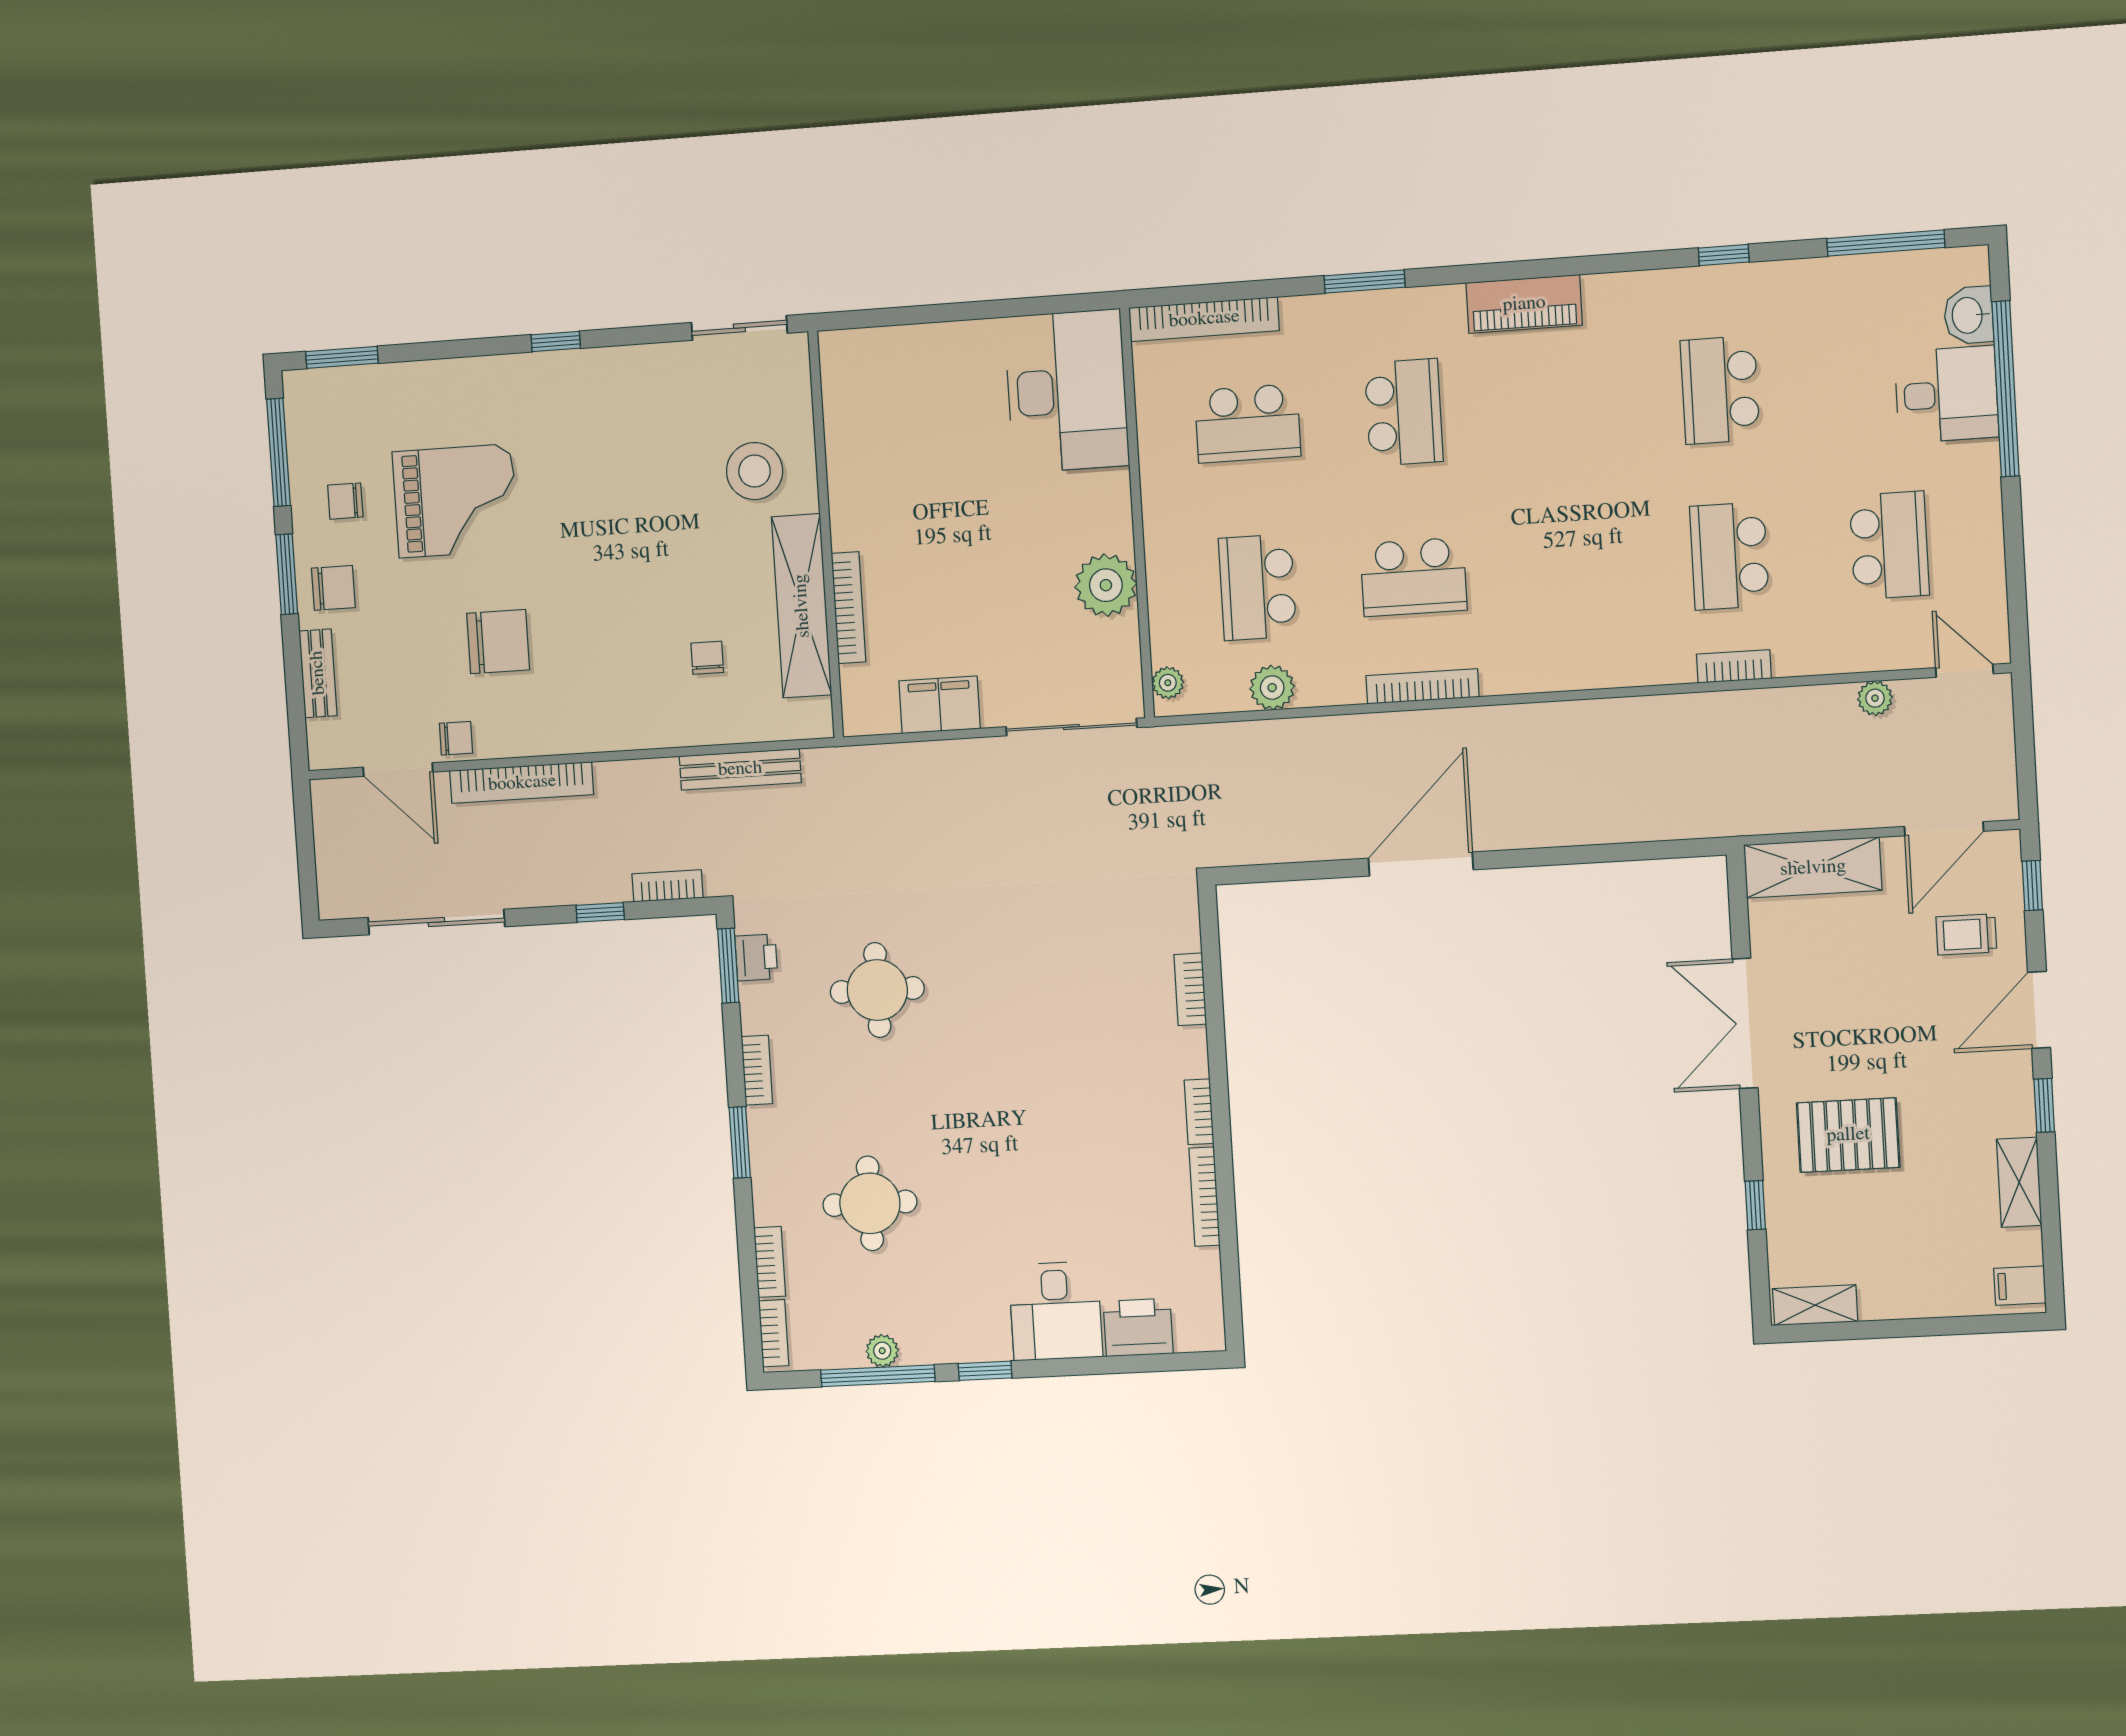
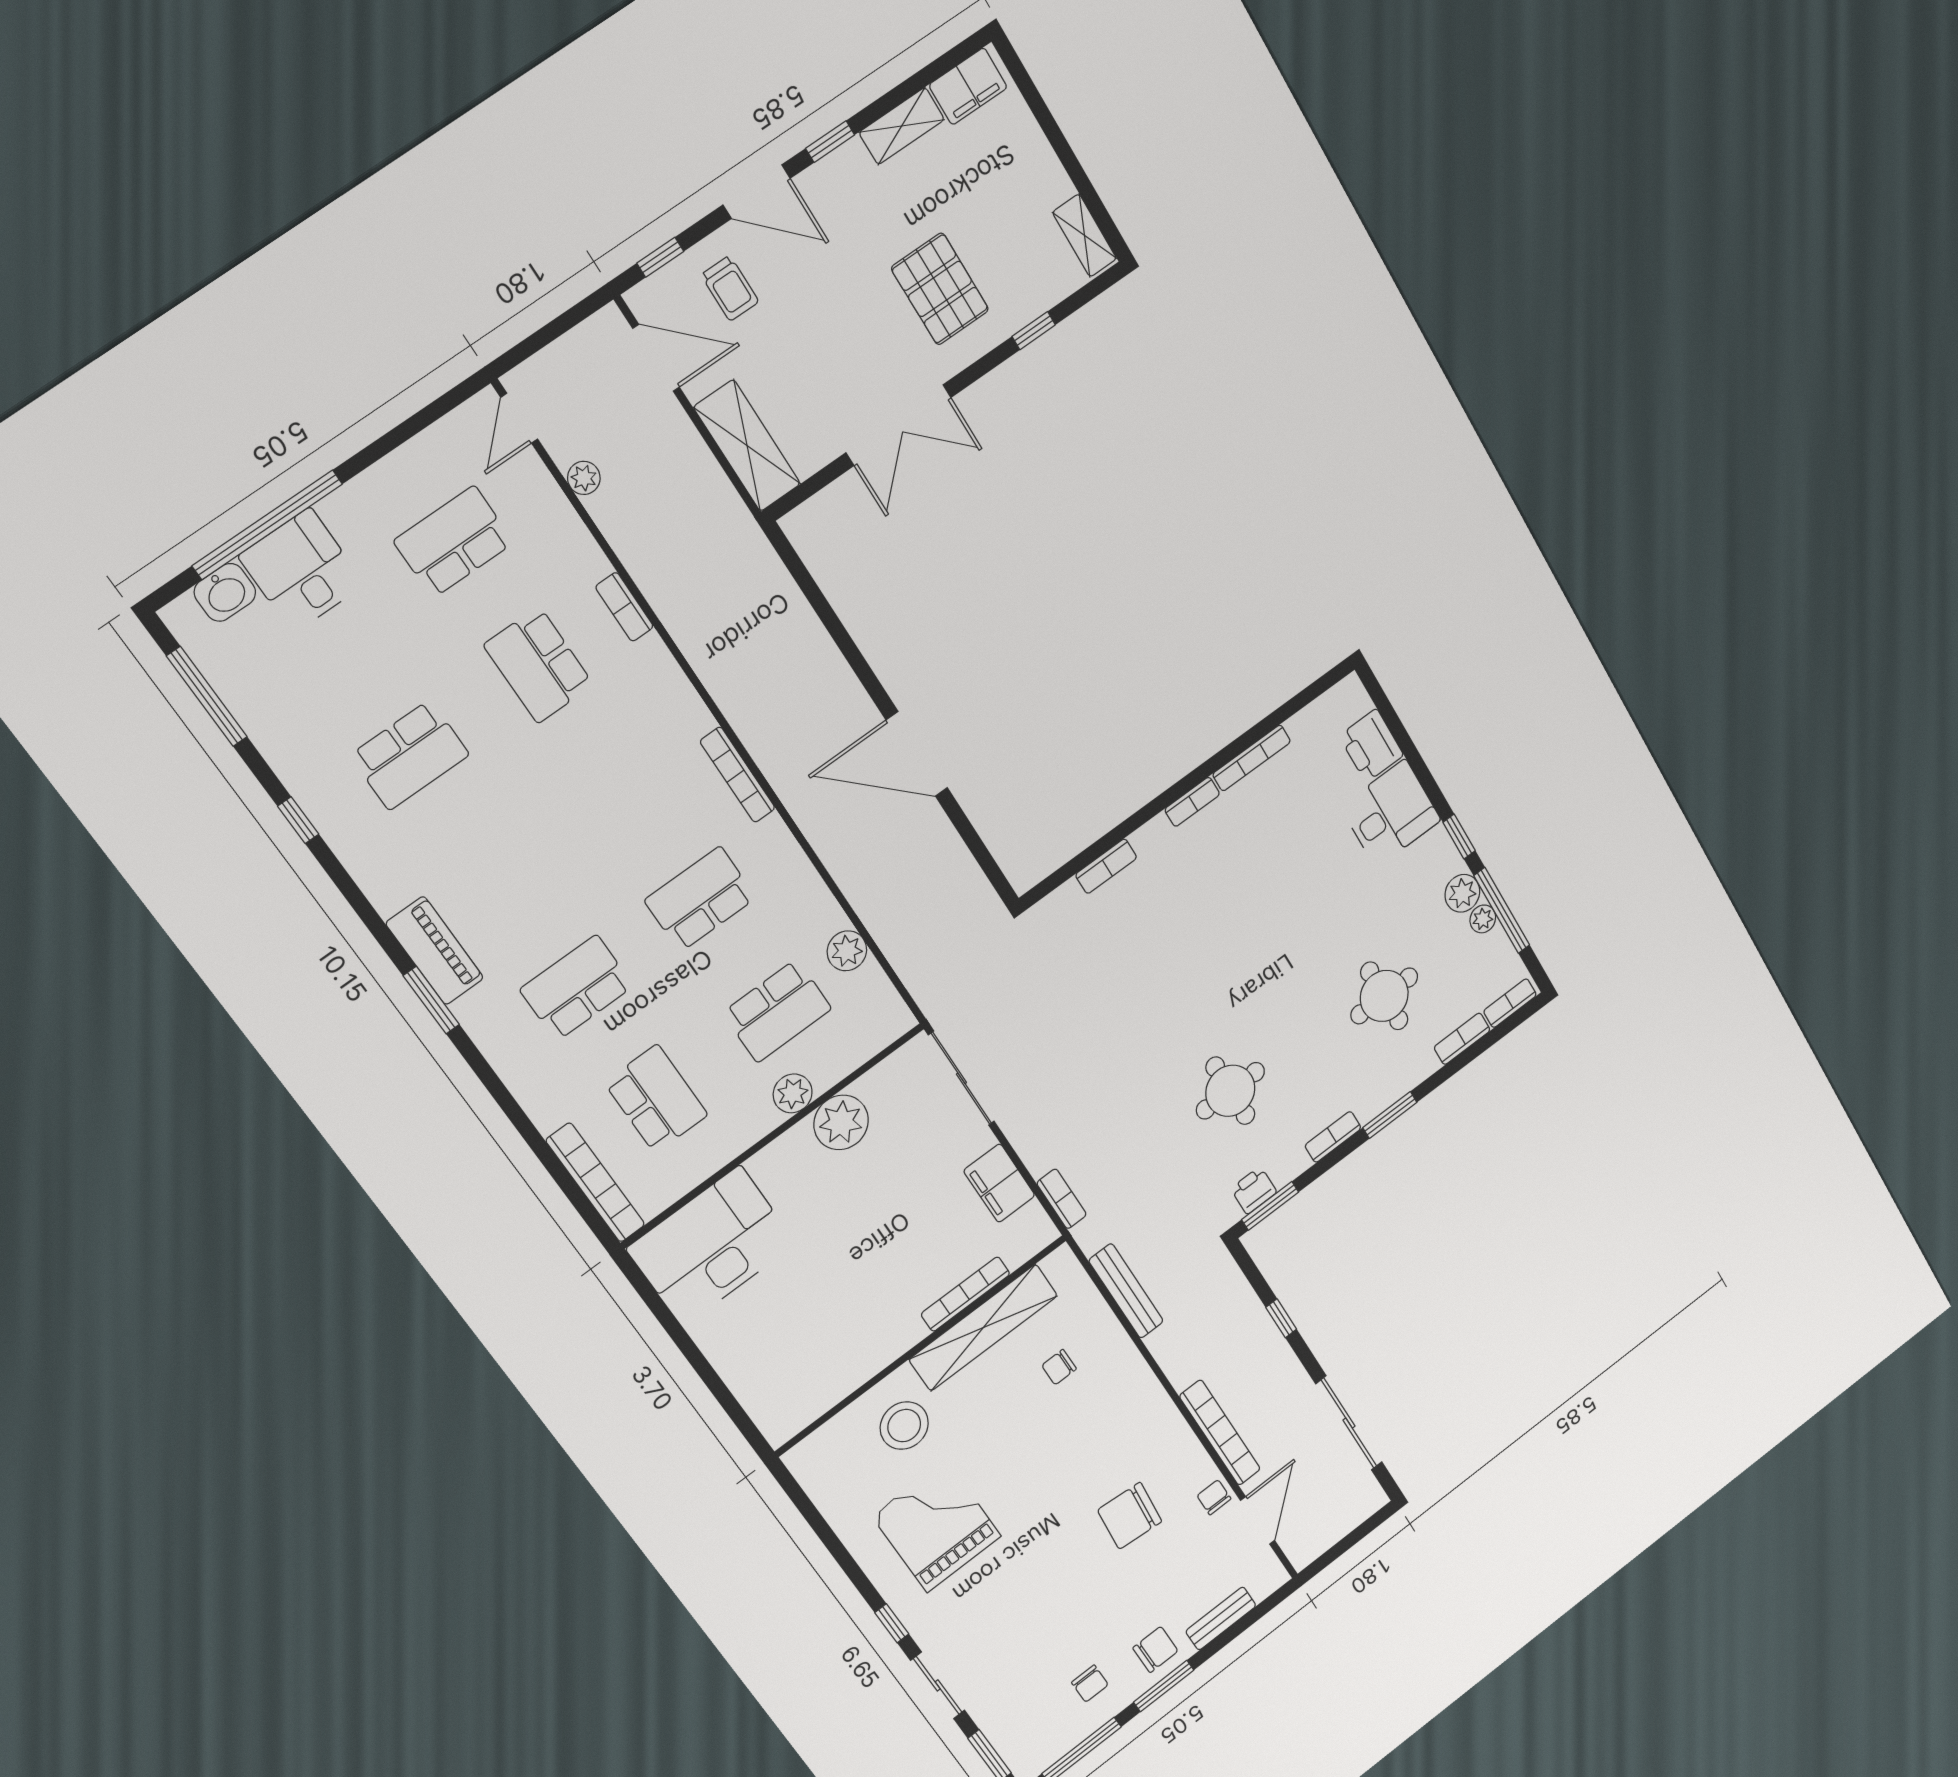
window: (1365, 282) -> (431, 1000), moved
sliding door: (739, 328) -> (938, 1685), moved
grand piano: (455, 501) -> (937, 1526), moved
school desk: (1729, 556) -> (539, 665), turned 90
school desk: (1413, 577) -> (700, 899), turned -90
chair: (333, 588) -> (1155, 1649), turned 90
chair: (498, 642) -> (1130, 1516), turned -85
plant: (1168, 683) -> (793, 1093), moved, width x1.38, depth x1.38
bookcase: (1423, 686) -> (738, 775), moved
bookcase: (668, 886) -> (1062, 1199), moved, turned 180
filing cabinet: (2020, 1286) -> (968, 86), width x2.00
plant: (923, 1343) -> (1462, 893), added

